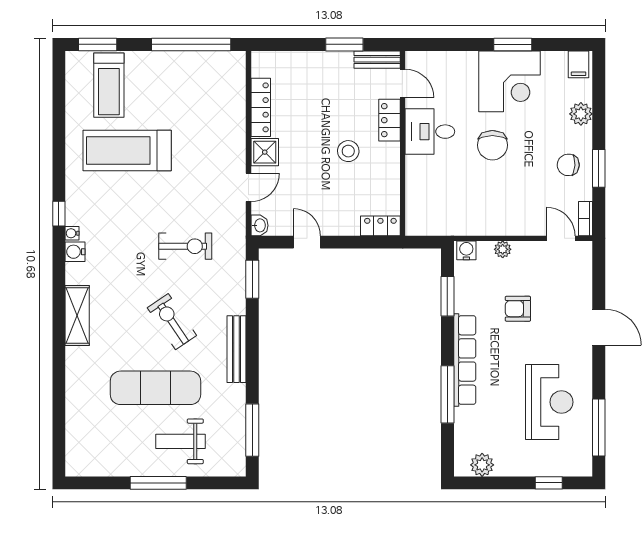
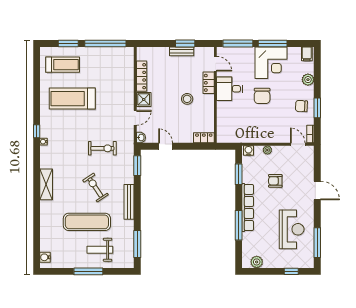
window: (98, 44) -> (68, 43), moved
window: (446, 44) -> (238, 43), added
window: (513, 44) -> (273, 43), width x1.44
bench: (377, 60) -> (182, 51), moved
treadmill: (109, 85) -> (63, 65), turned -90
water cooler: (75, 252) -> (45, 257), moved

